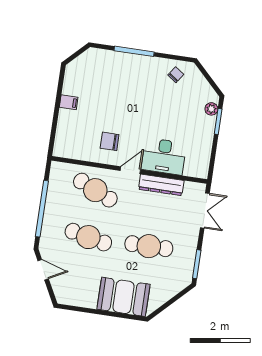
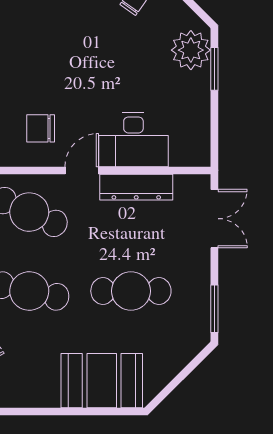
plant: (211, 109) -> (191, 50), width x1.88, depth x1.88

